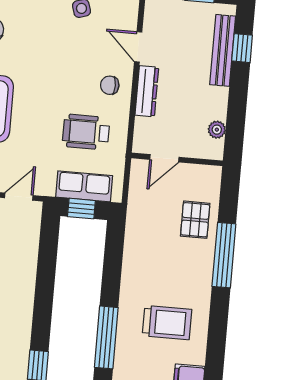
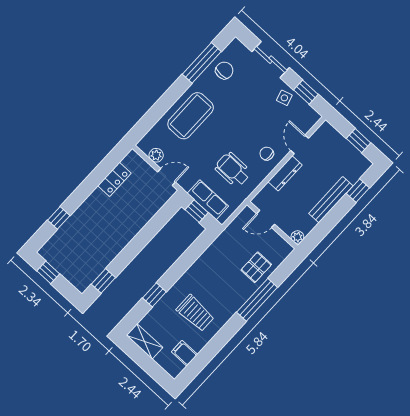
bench: (223, 50) -> (331, 200), moved
plant: (217, 130) -> (297, 237), moved
window: (106, 337) -> (154, 295), width x0.46

